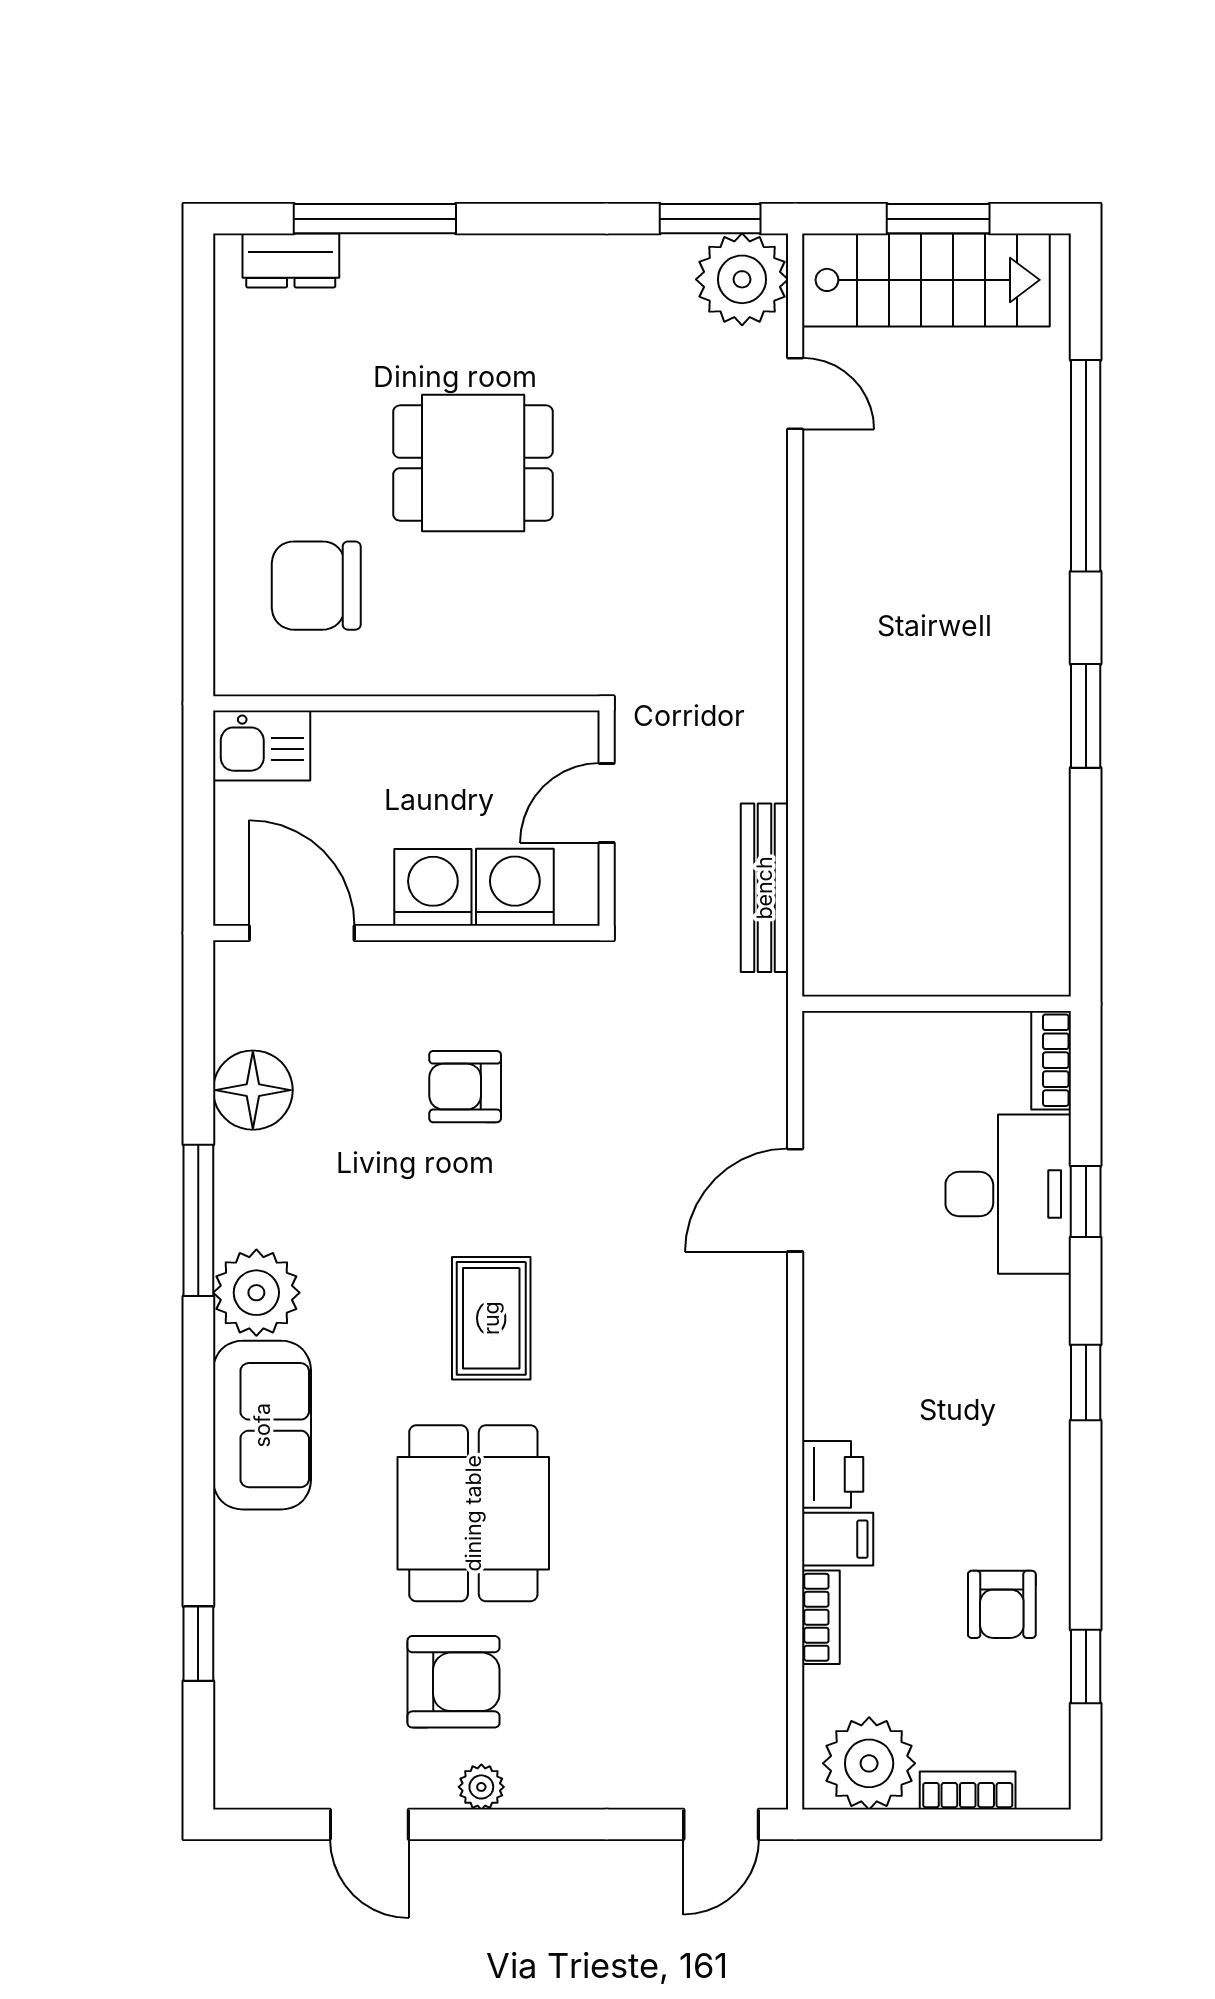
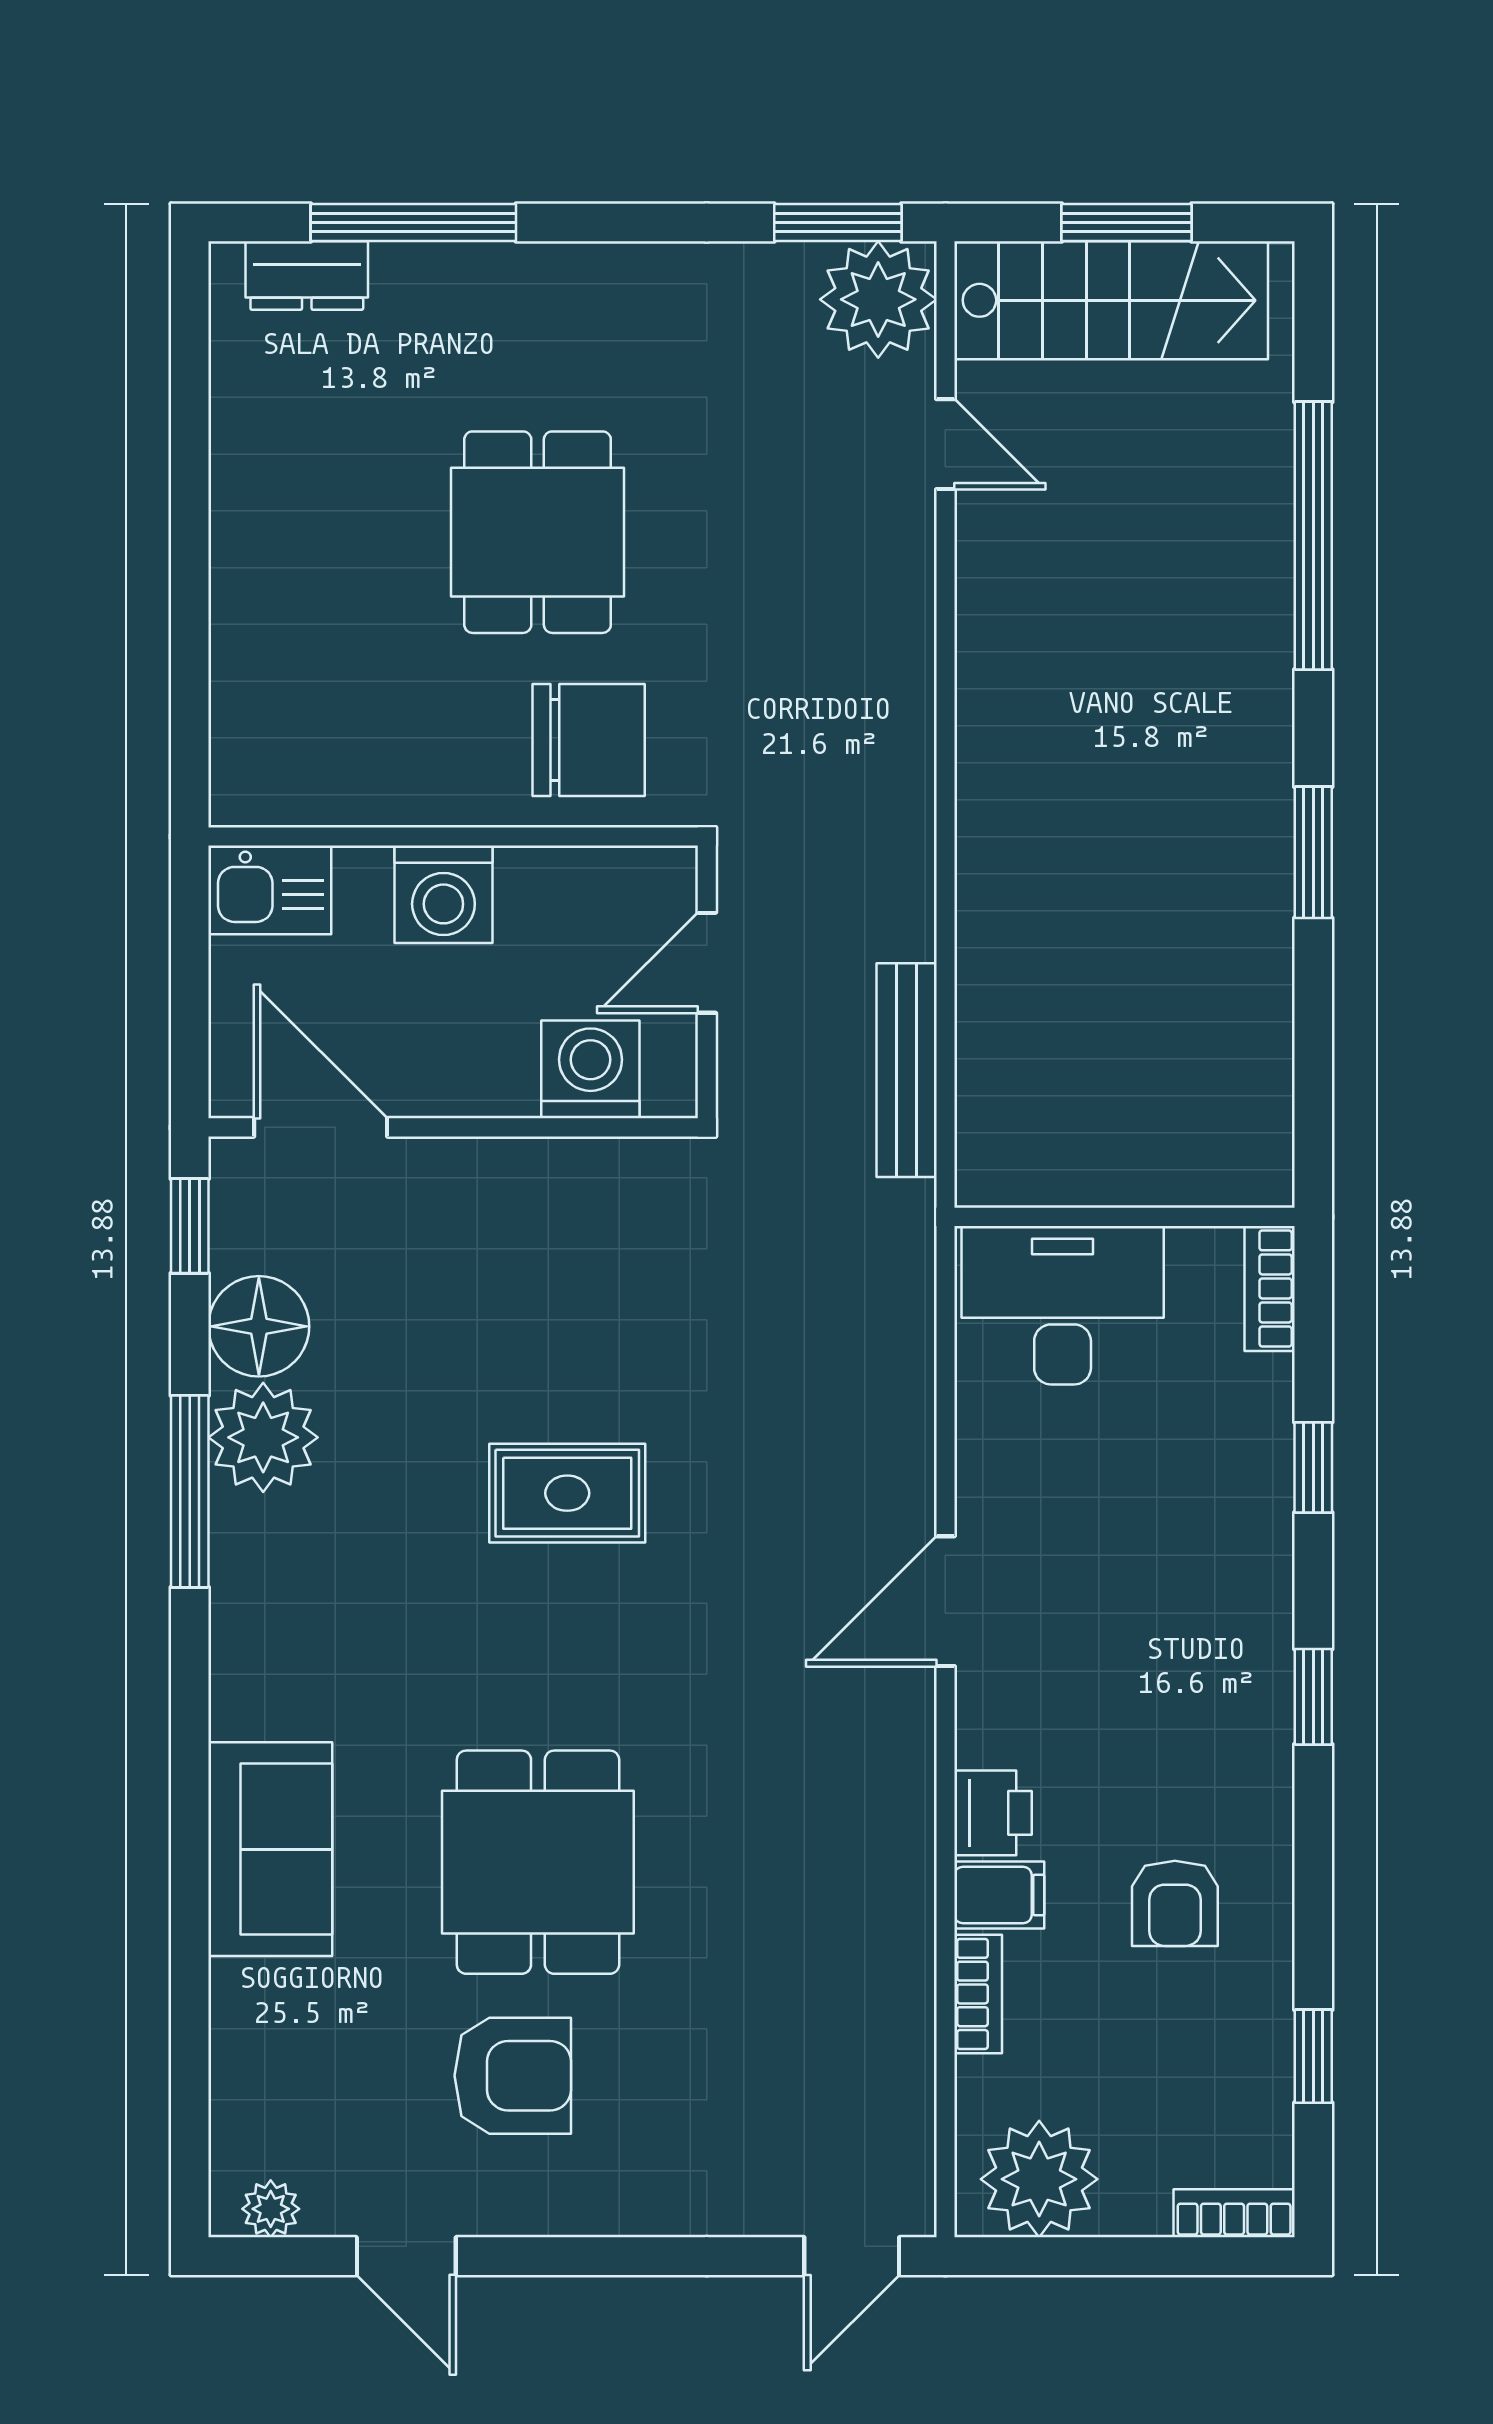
dining table: (473, 463) -> (538, 532), turned 90
chair: (316, 586) -> (589, 740), moved, turned 180
washing machine: (433, 887) -> (443, 894), moved, turned 180
armchair: (465, 1087) -> (527, 1322), removed
desk: (1008, 1194) -> (1063, 1305), moved, turned -90
door: (795, 1200) -> (945, 1601), moved
plant: (256, 1293) -> (263, 1437), moved
rug: (491, 1318) -> (567, 1493), moved, turned 90
sofa: (262, 1425) -> (270, 1849), moved
armchair: (1002, 1604) -> (1175, 1903), moved
window: (198, 1644) -> (190, 1226), moved
plant: (481, 1787) -> (271, 2209), moved
bookcase: (968, 1790) -> (1234, 2213), moved

